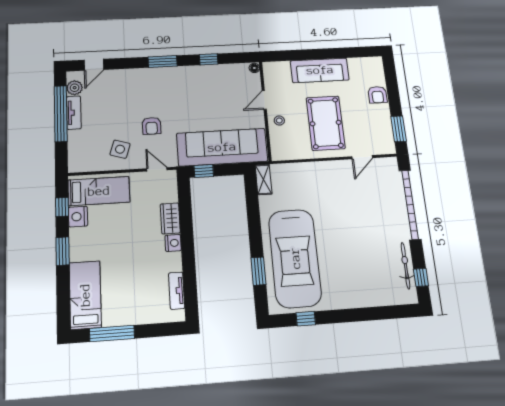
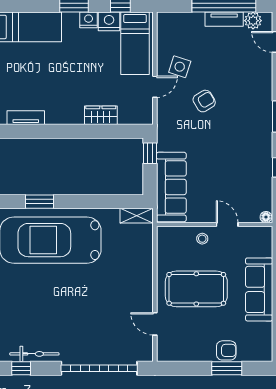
armchair: (377, 95) -> (226, 350), turned 180
armchair: (152, 126) -> (204, 101), turned 149
window: (399, 129) -> (227, 368), moved
sofa: (222, 147) -> (171, 187), width x0.74, depth x0.79
door: (157, 169) -> (155, 87), moved
nightstand: (173, 243) -> (89, 20), moved, turned 180

